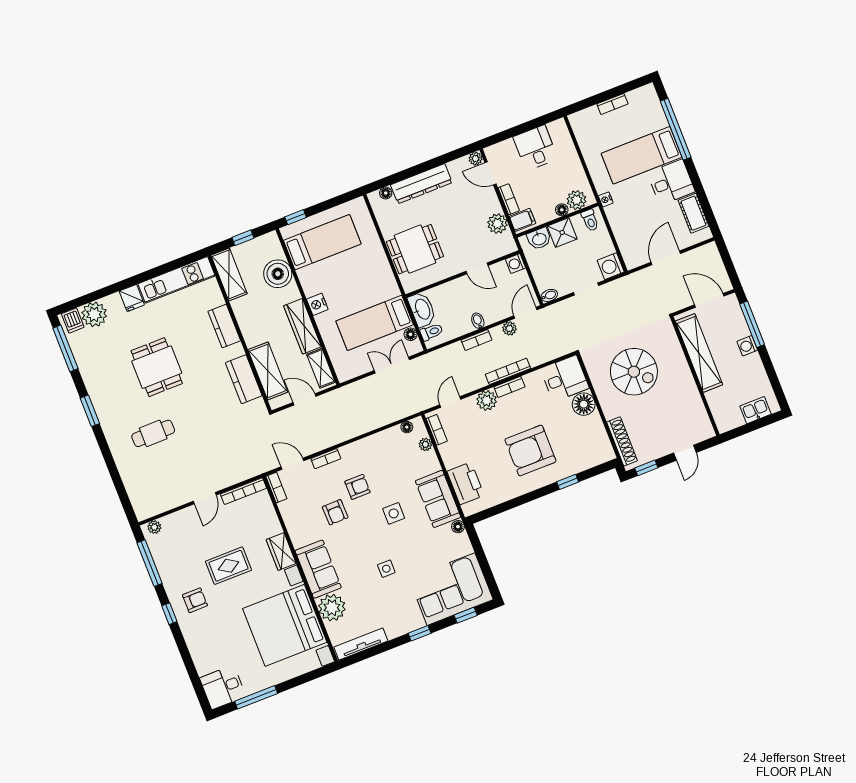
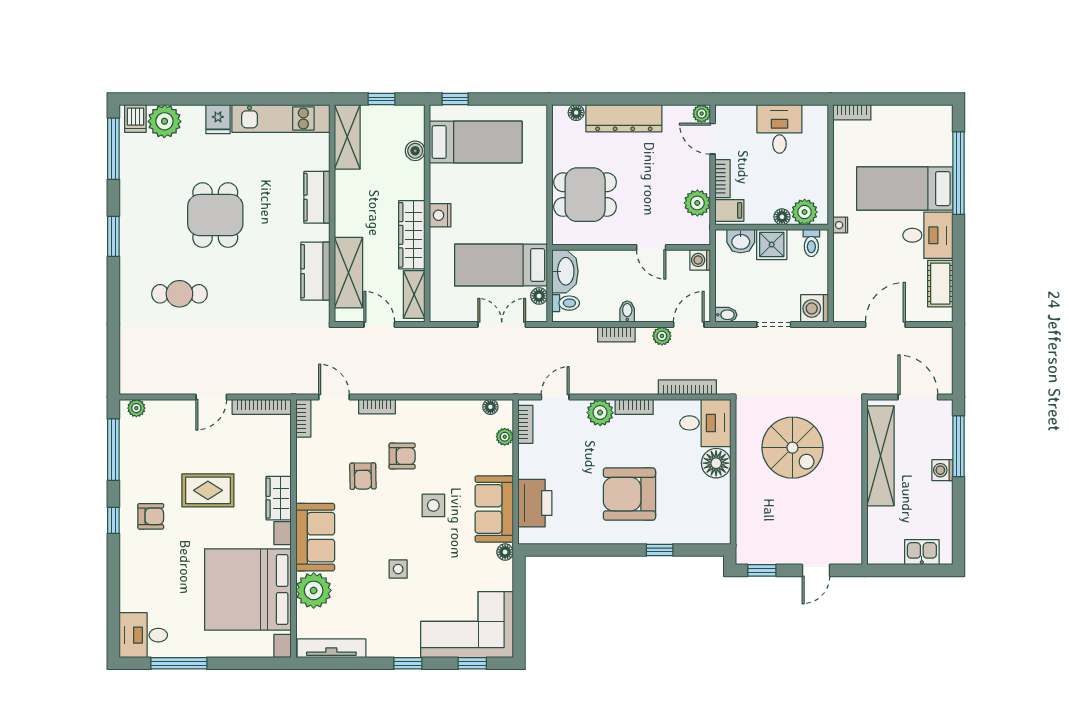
bookcase: (612, 104) -> (852, 112), moved
boiler: (278, 274) -> (415, 151), width x0.54, depth x0.54
bookcase: (508, 371) -> (687, 387), moved
shoe rack: (622, 441) -> (745, 527), removed

